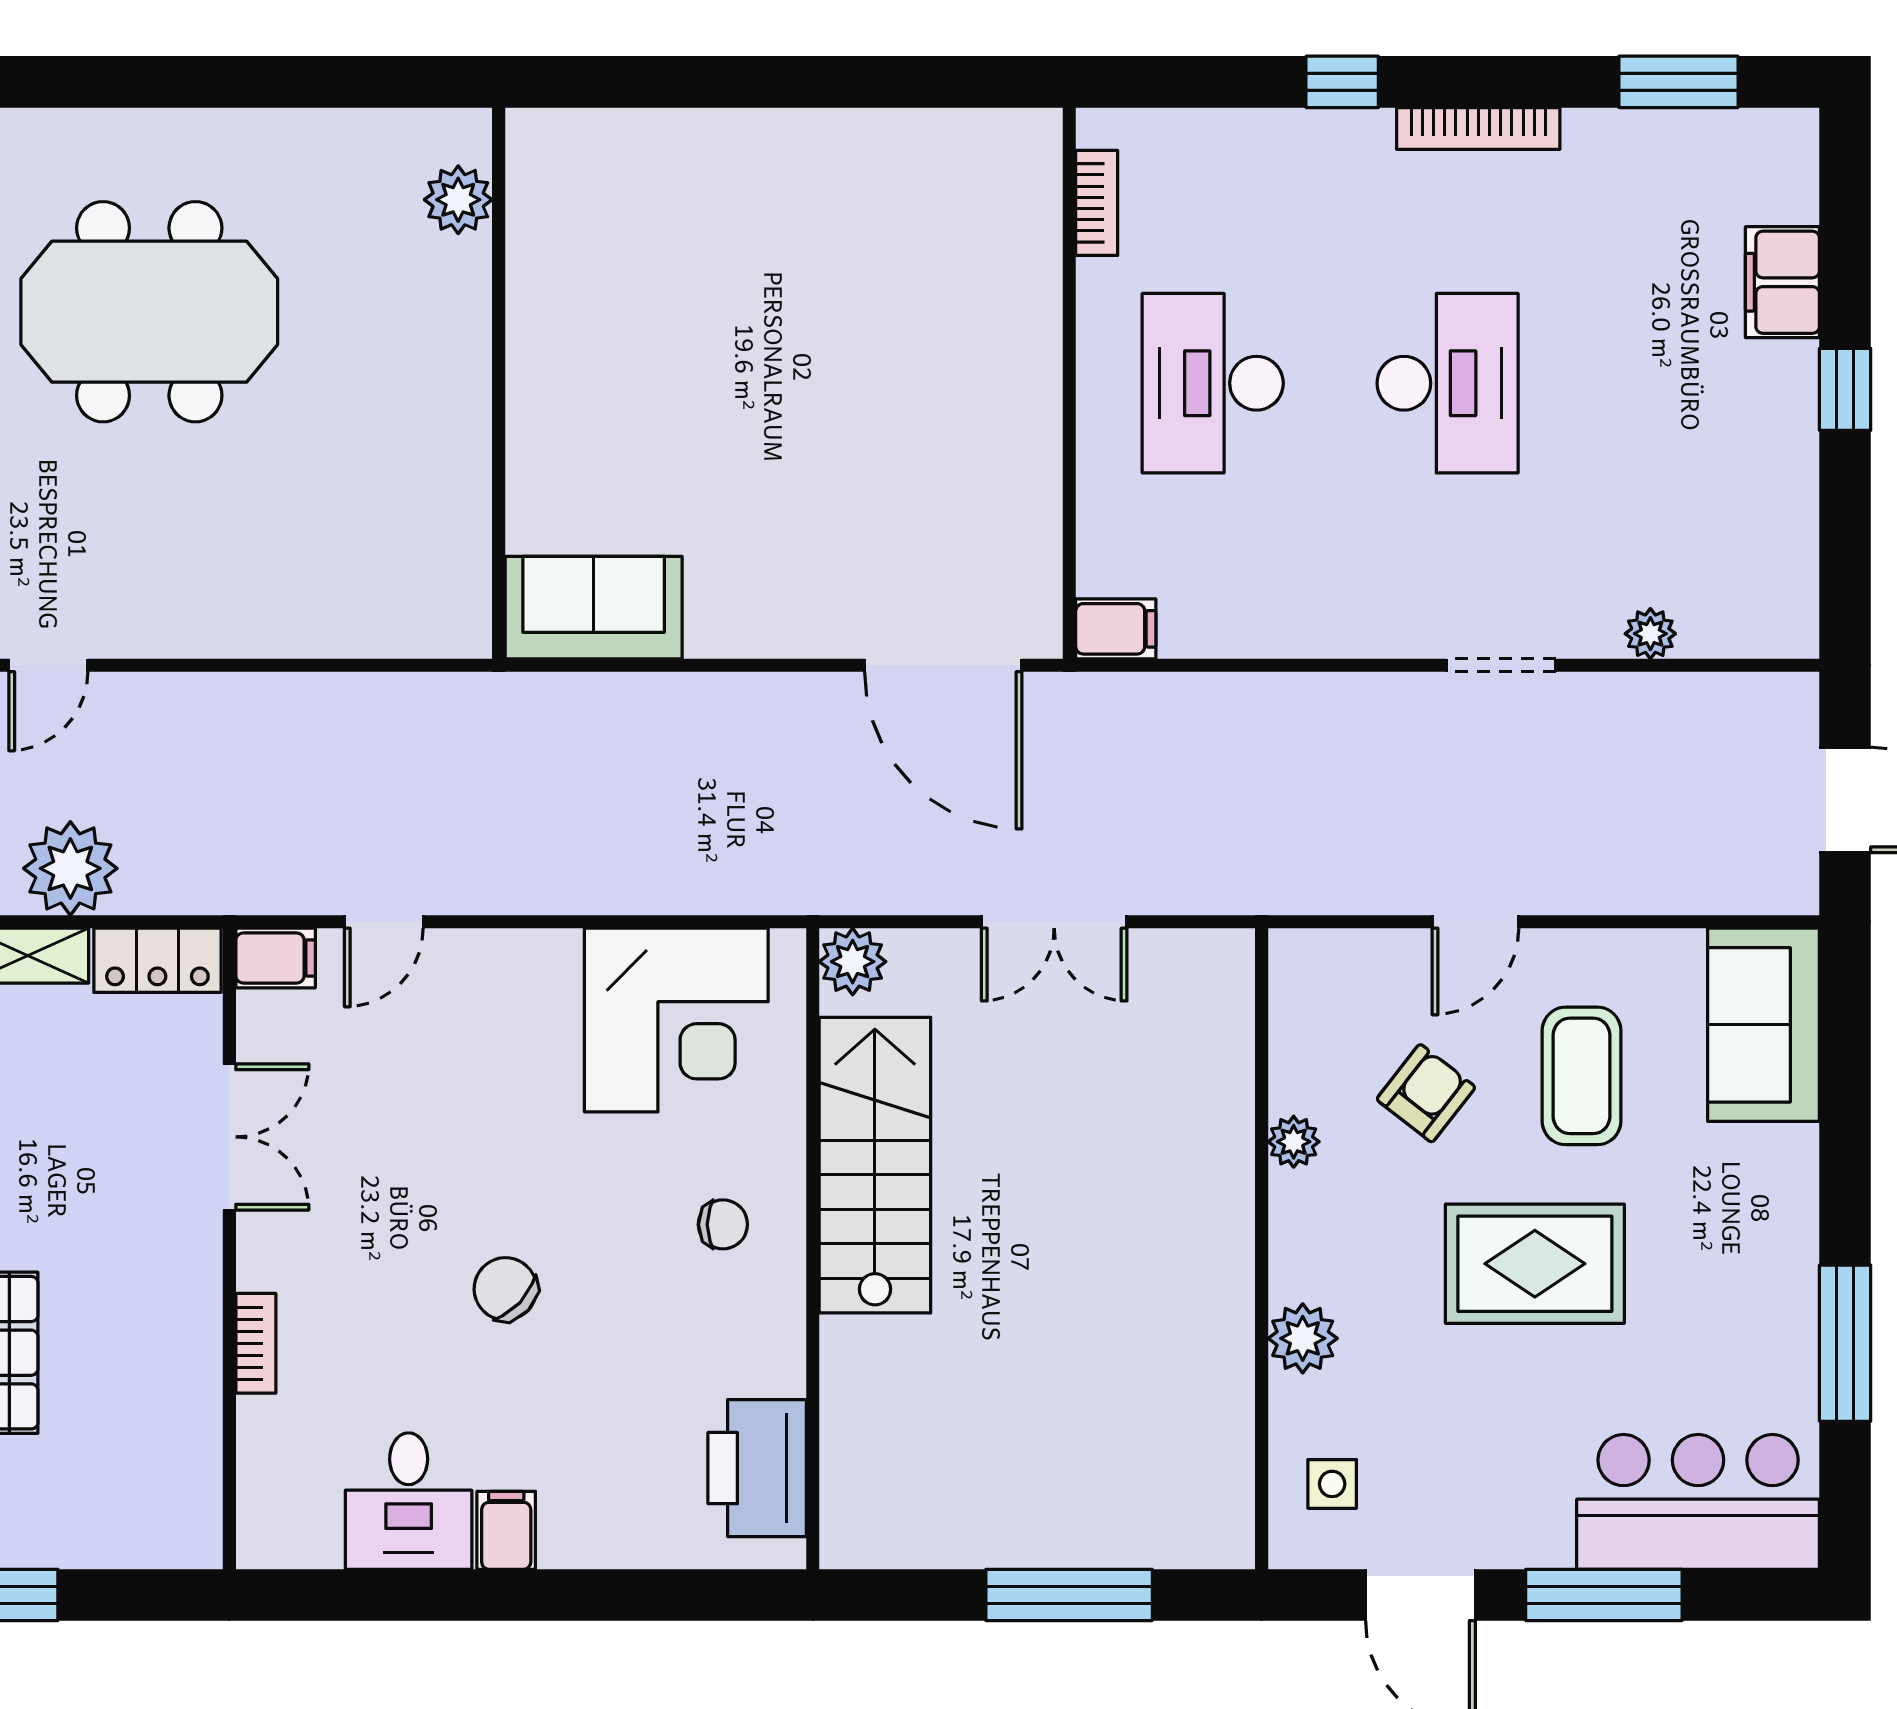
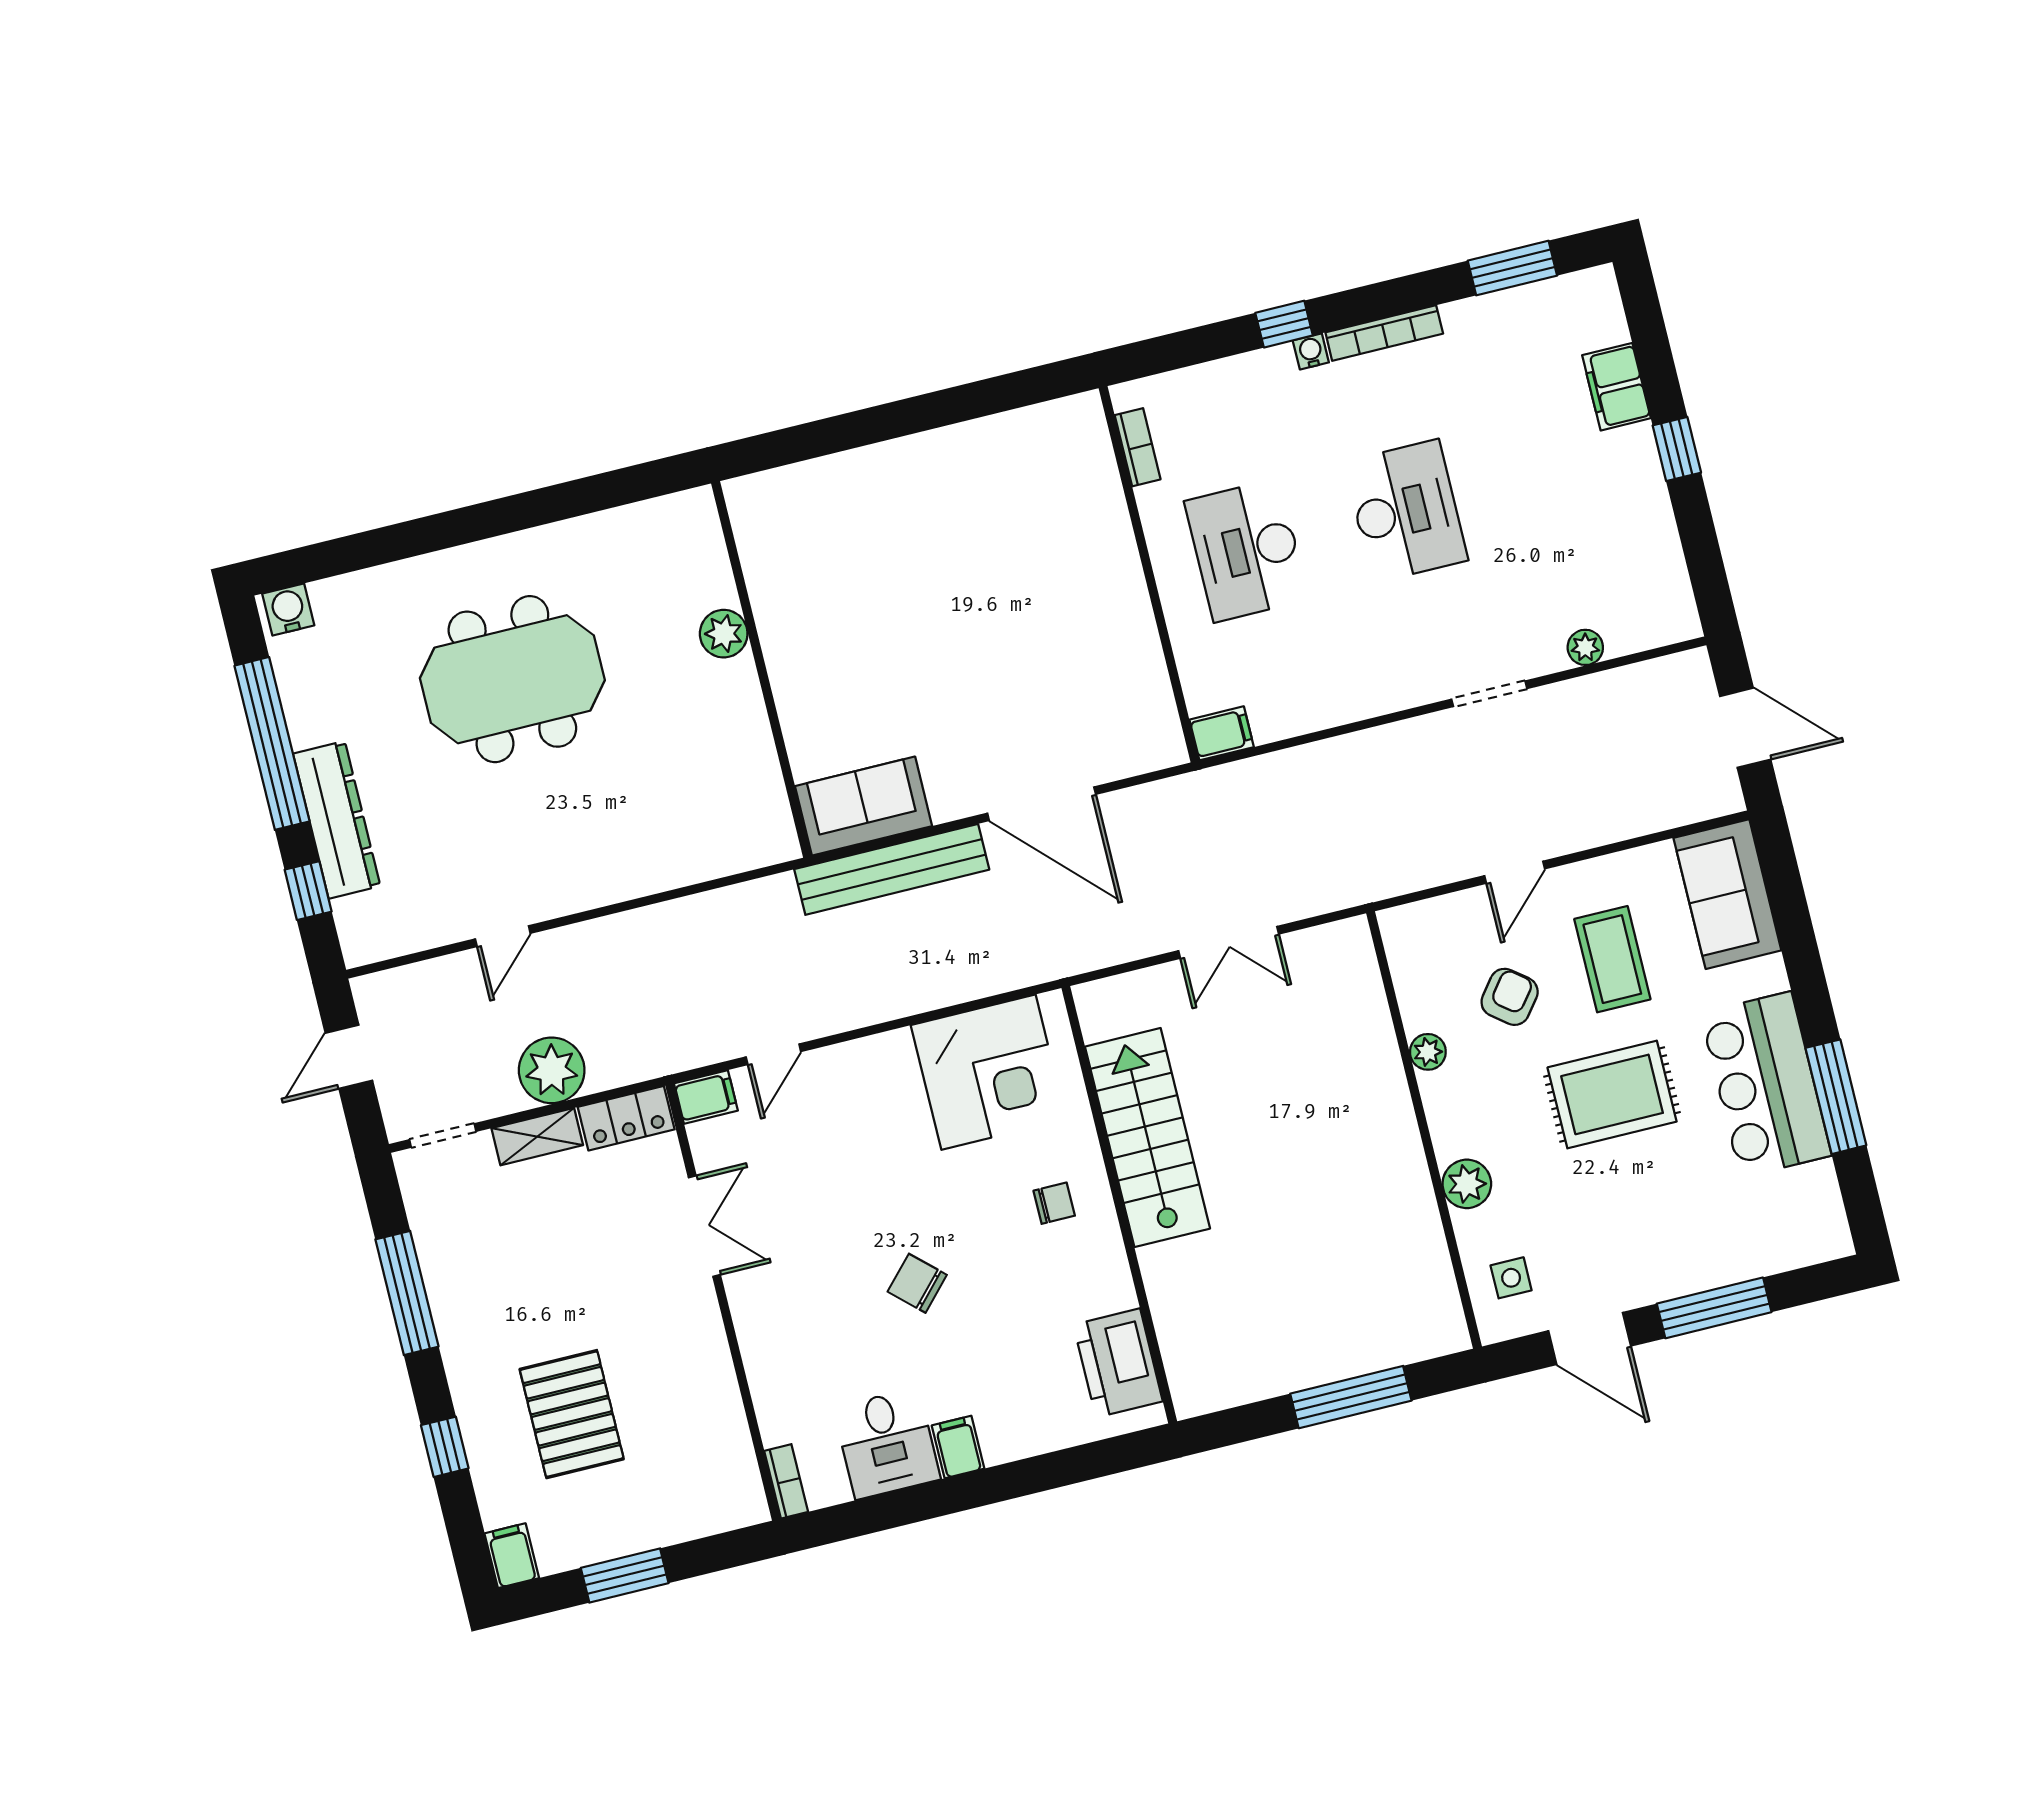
water cooler: (1370, 129) -> (1311, 351), added
plant: (458, 200) -> (724, 634), moved
door: (943, 665) -> (1042, 804), moved
bench: (611, 705) -> (892, 869), added
plant: (853, 962) -> (1098, 1003), removed
bookcase: (256, 1343) -> (786, 1481), moved
bar counter: (1698, 1502) -> (1766, 1084), moved, turned -90

